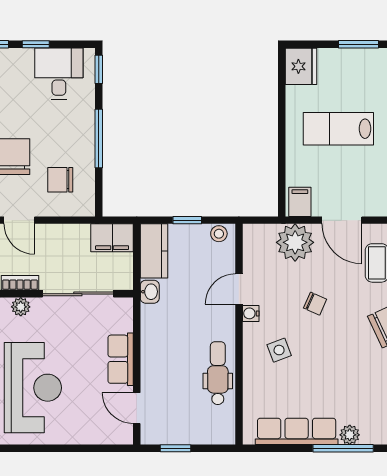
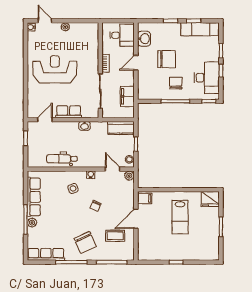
desk: (59, 74) -> (207, 78), width x1.37
lab bench: (338, 129) -> (180, 217), turned 180
chair: (60, 180) -> (176, 83), moved
filing cabinet: (112, 238) -> (127, 96), moved
plant: (295, 242) -> (129, 176), moved, width x0.53, depth x0.53
door: (239, 289) -> (113, 169), moved
washbasin: (150, 292) -> (85, 126), moved
plant: (21, 307) -> (94, 63), removed
dental chair: (218, 373) -> (62, 159), turned 180
reception desk: (33, 388) -> (55, 69), turned 180

